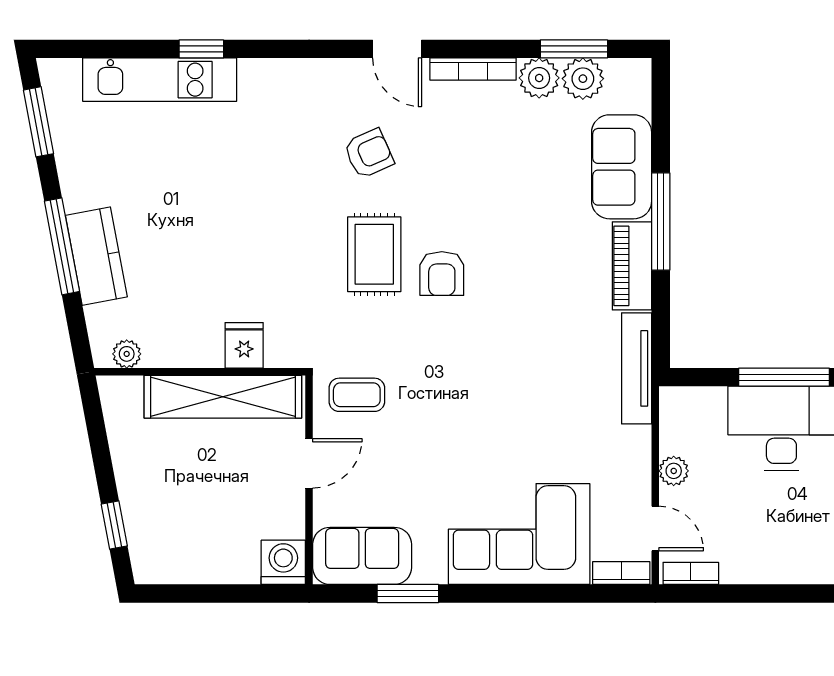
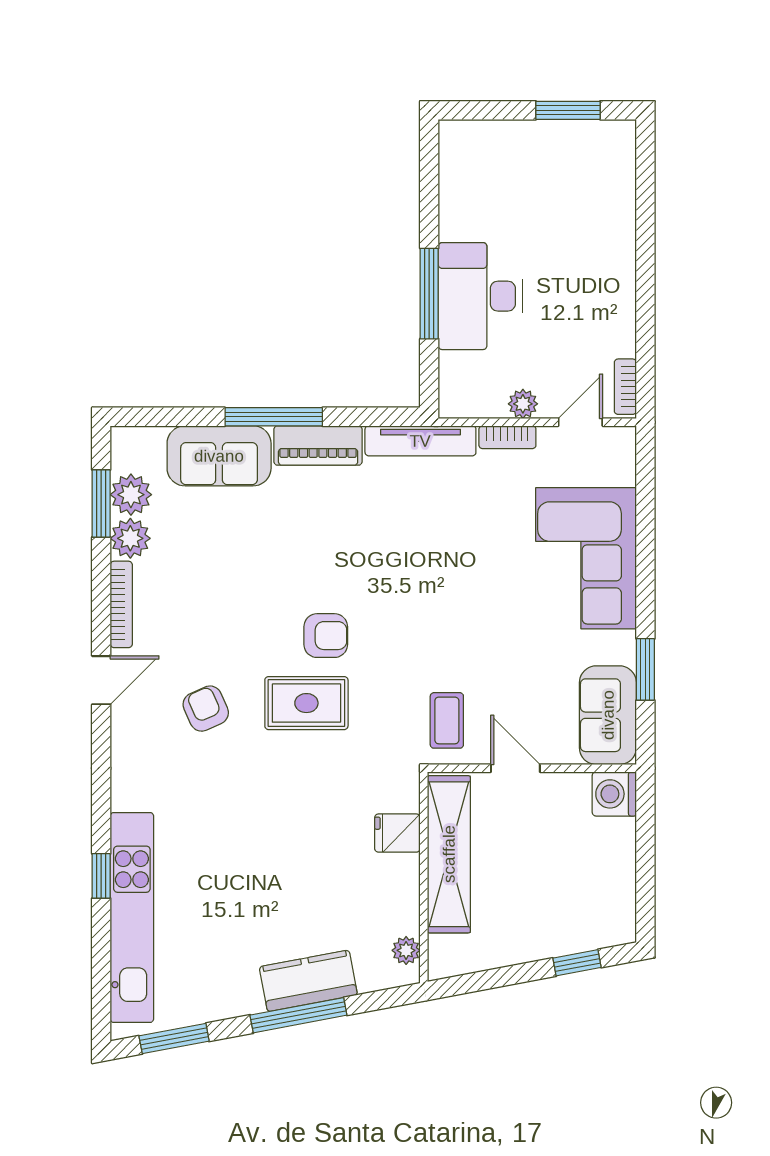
kitchen unit: (160, 80) -> (132, 917), width x1.36
bookcase: (621, 573) -> (507, 437), moved, turned -90

